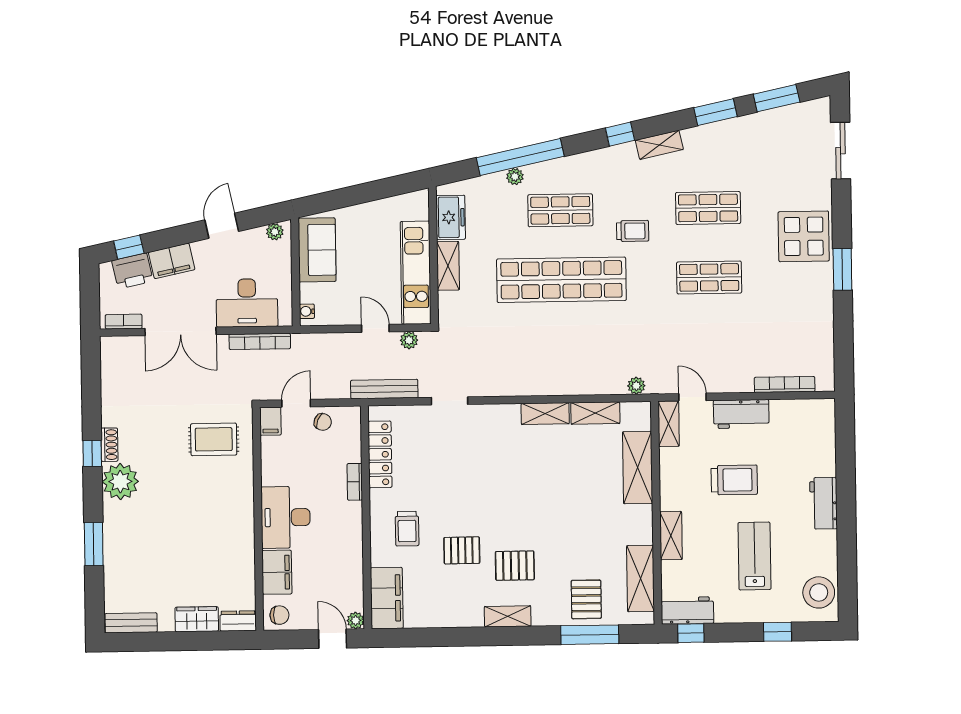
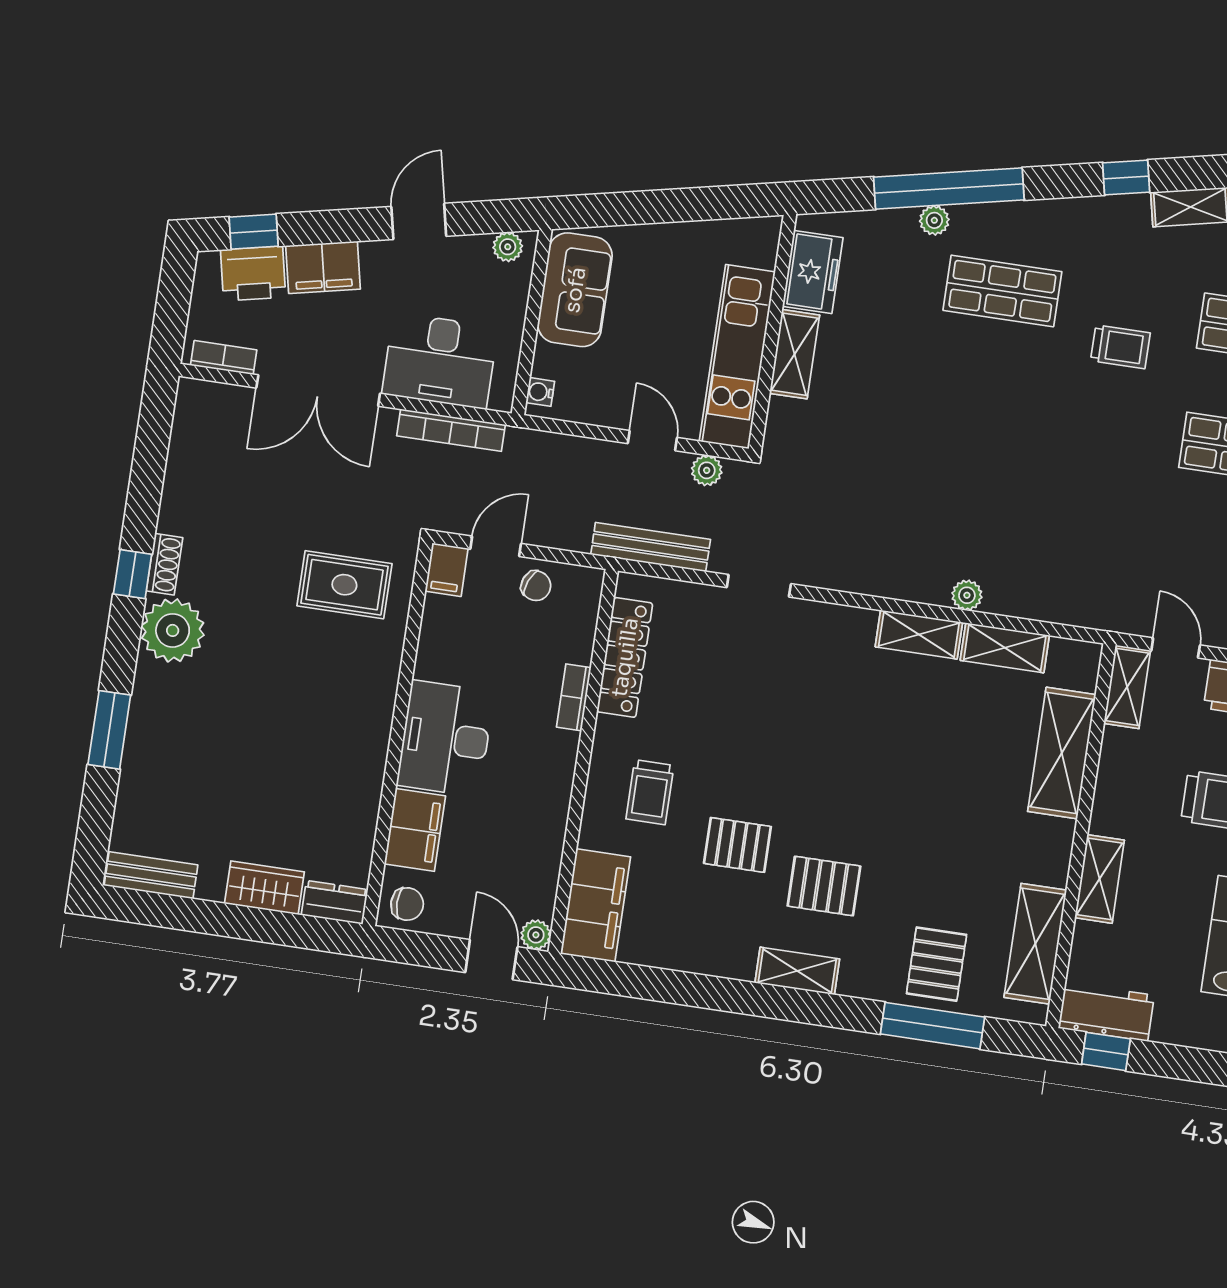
shop shelf: (561, 280) -> (985, 410), removed
plant: (636, 386) -> (967, 595), moved

